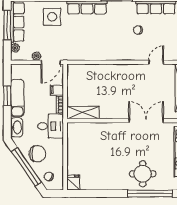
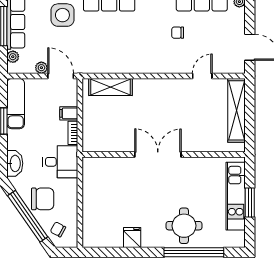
door: (51, 62) -> (61, 76), swing flipped
exam couch: (17, 98) -> (16, 104), moved
shelving: (83, 113) -> (111, 87), moved
double door: (146, 121) -> (158, 154), moved
fridge: (73, 182) -> (132, 237), moved

